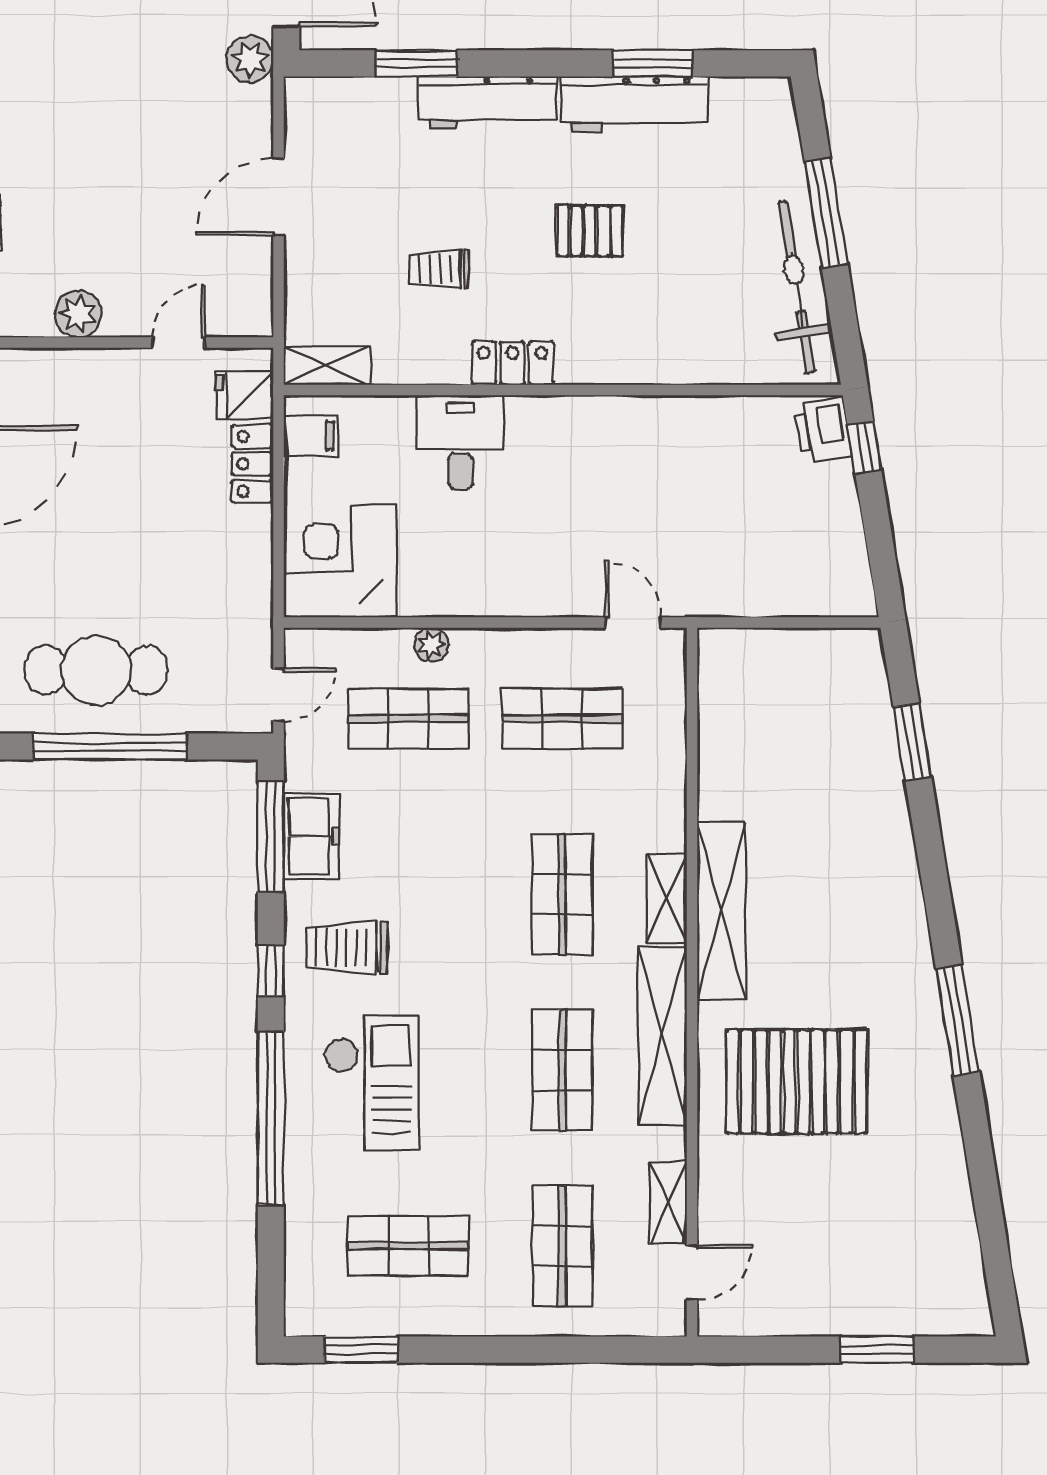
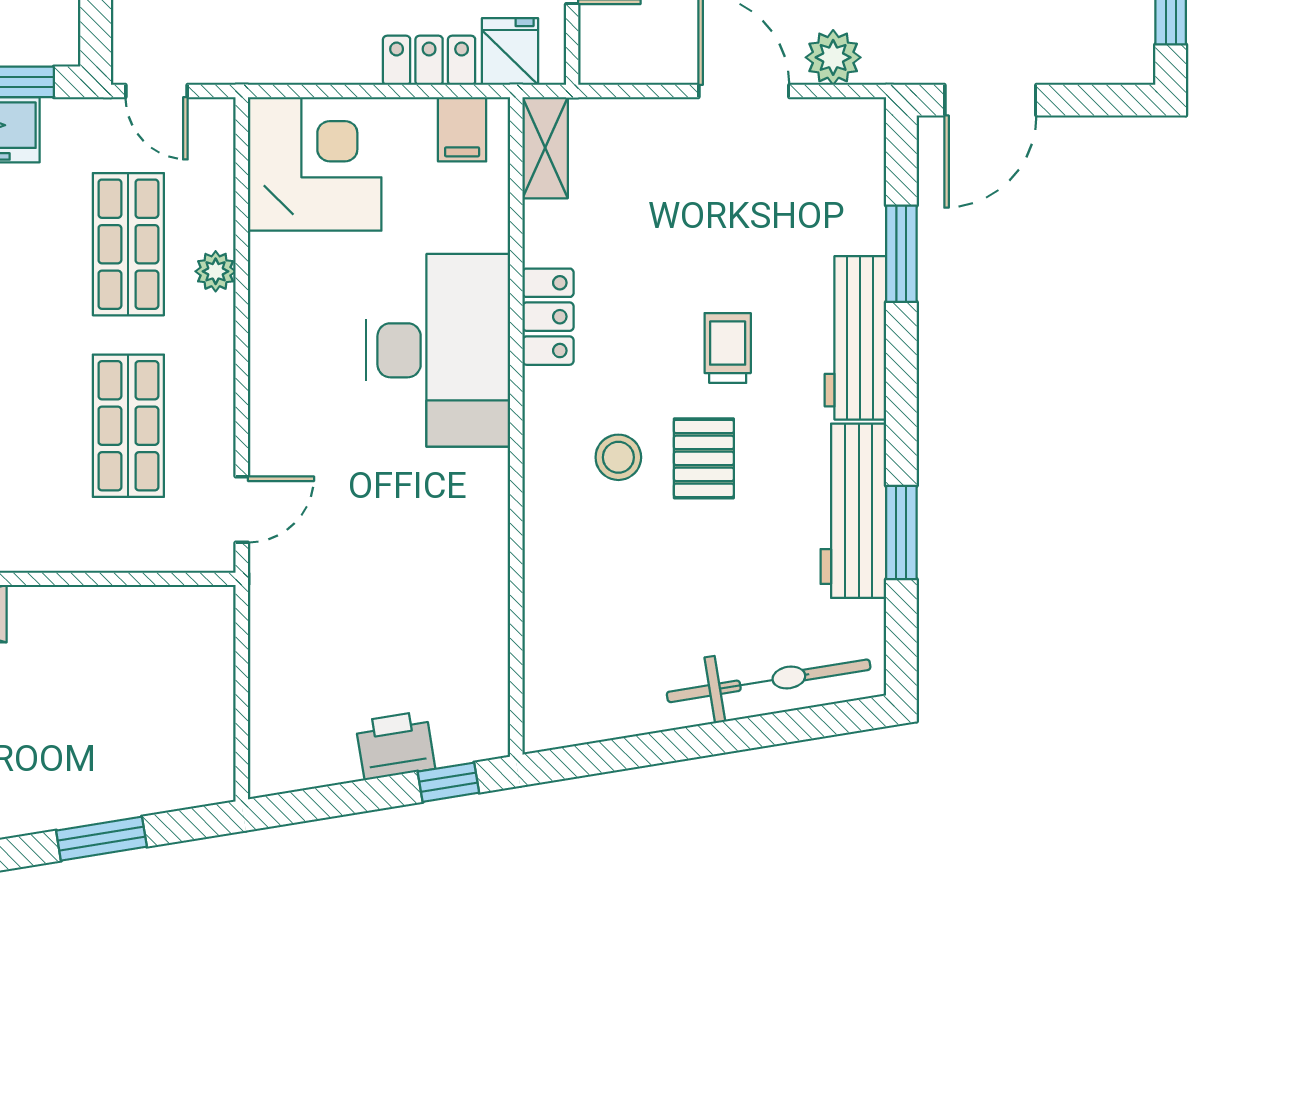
plant: (250, 59) -> (833, 57), moved
window: (826, 213) -> (725, 737), removed
trolley: (439, 269) -> (728, 348), moved
bicycle: (796, 287) -> (769, 681), moved
stool: (589, 303) -> (618, 457), added
locker: (513, 363) -> (548, 317), moved
printer: (823, 430) -> (395, 745), moved
desk: (460, 442) -> (438, 350), width x1.87, depth x1.30

